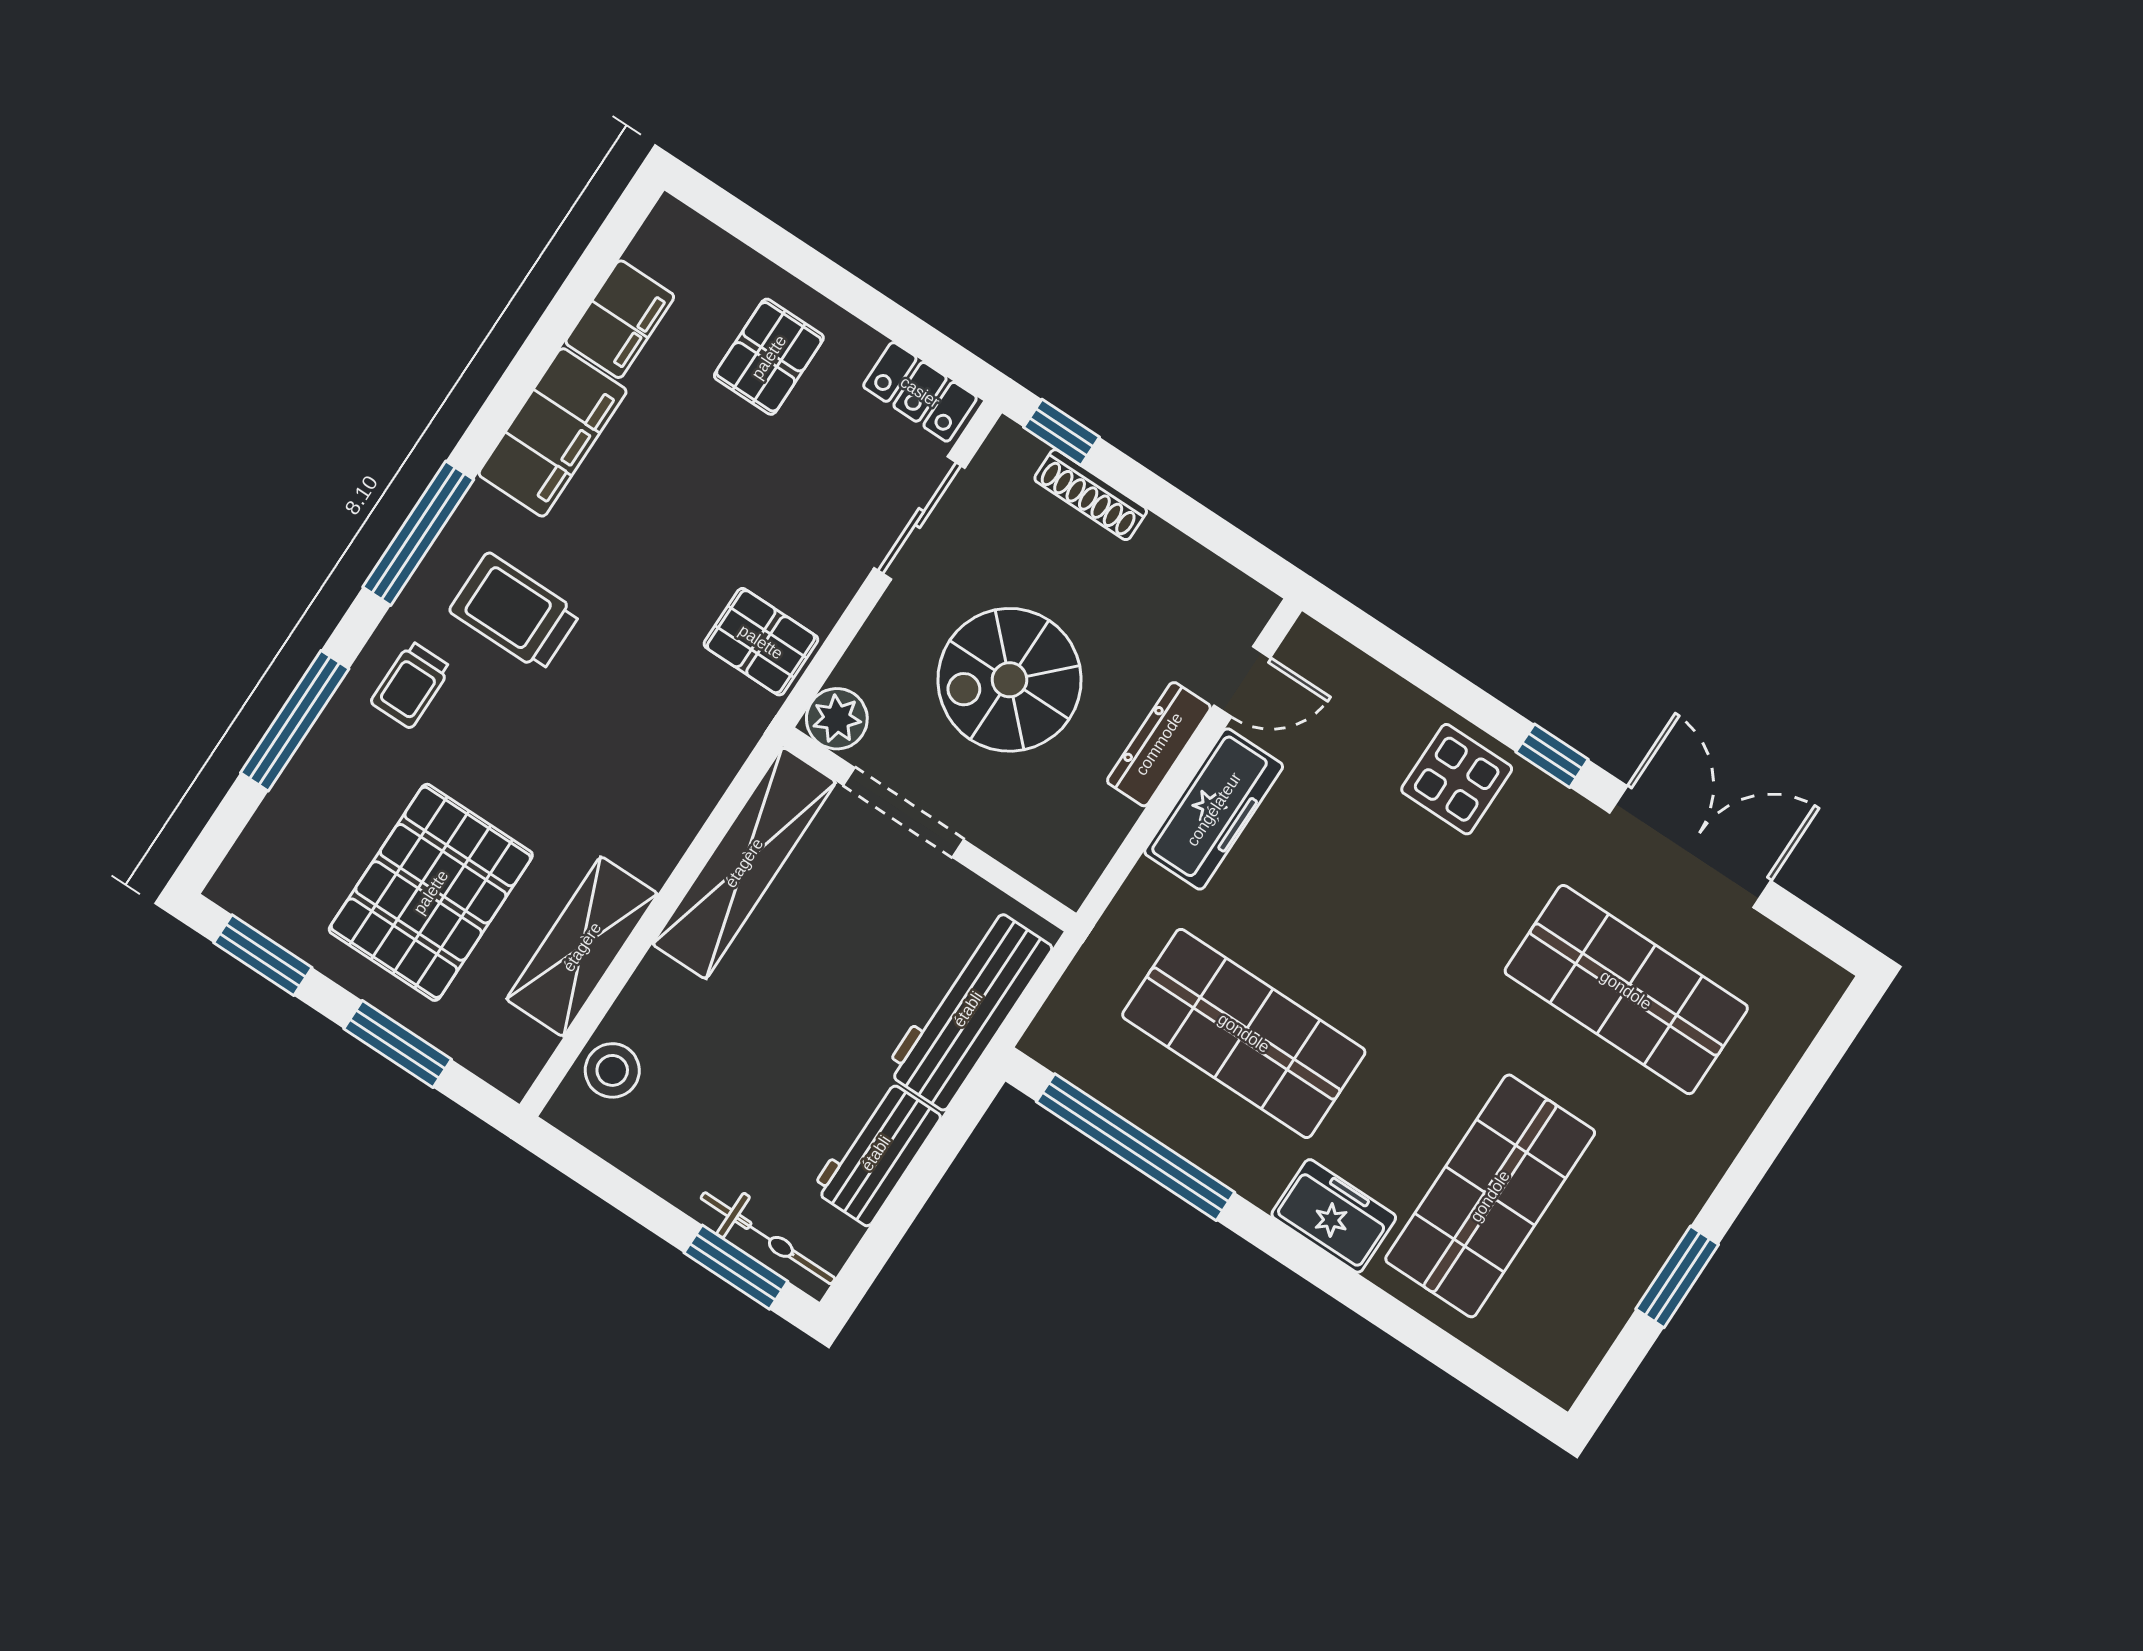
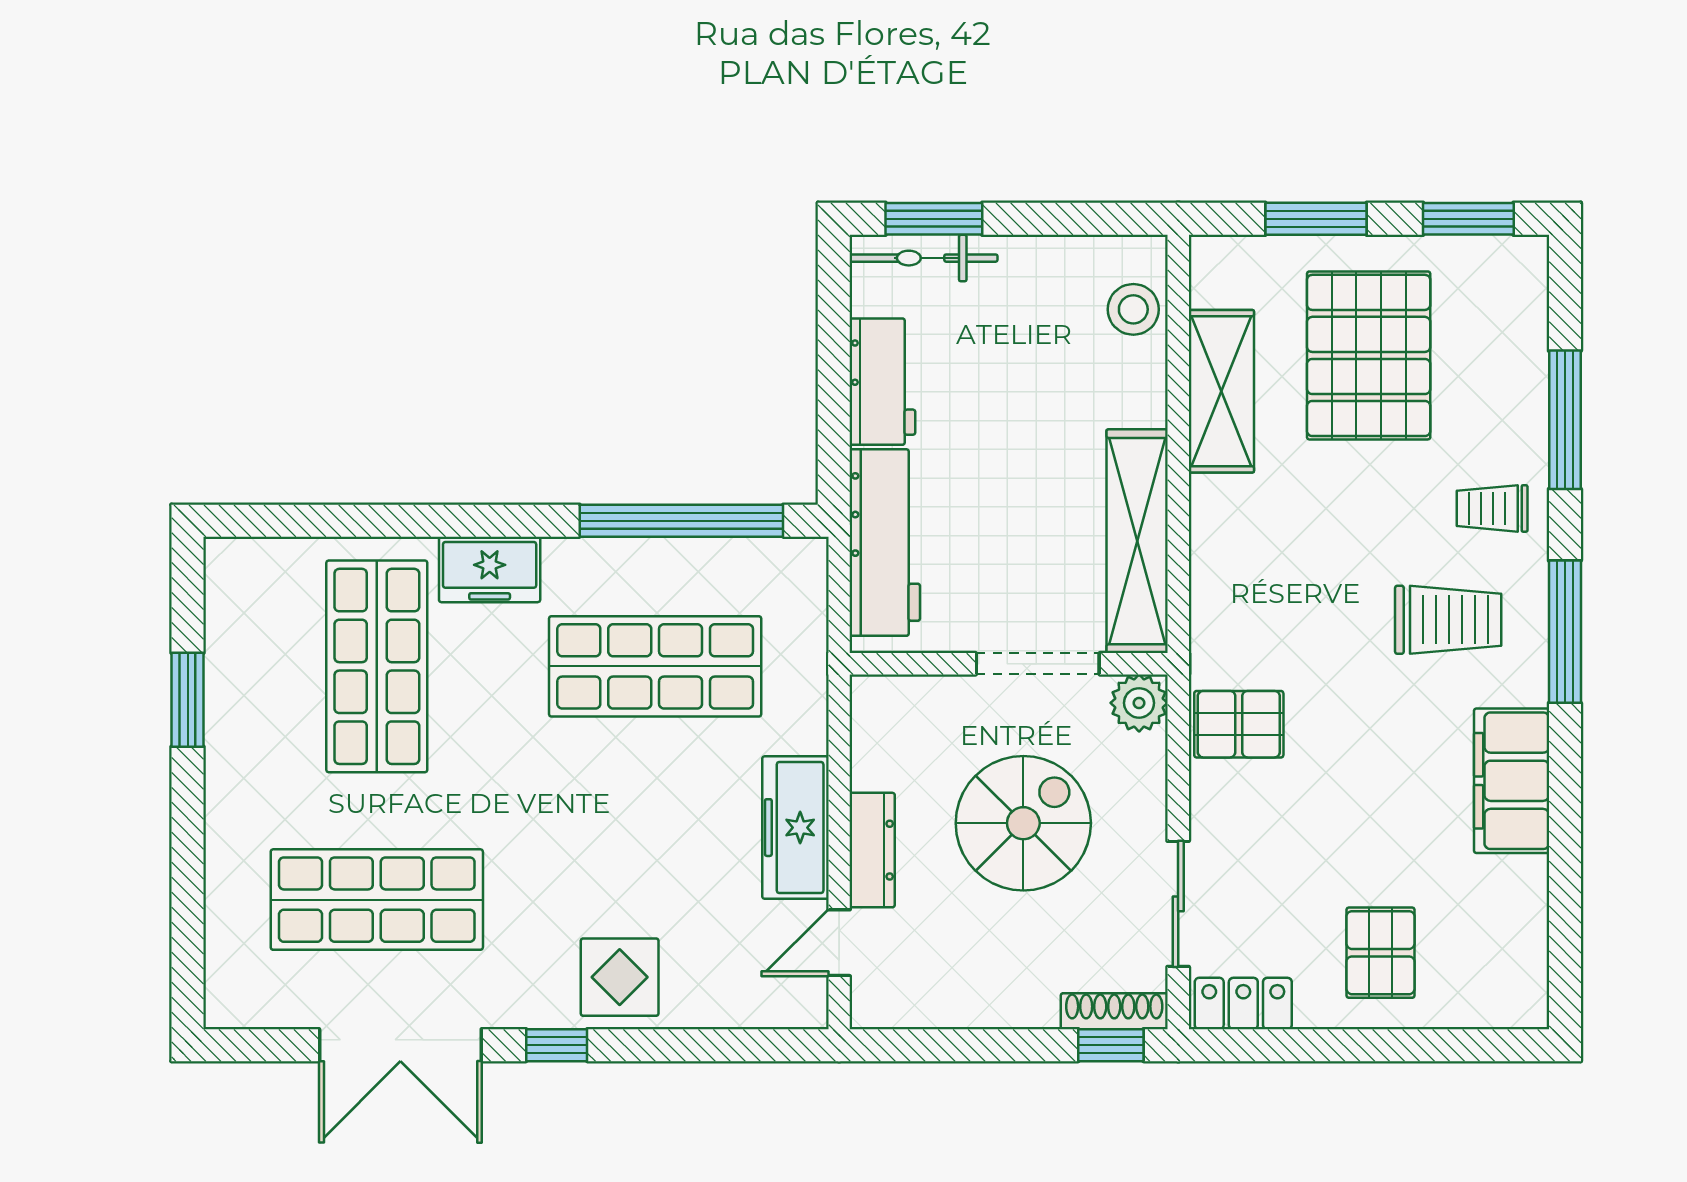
filing cabinet: (620, 319) -> (1517, 905), removed
shoe rack: (1091, 495) -> (1114, 1011), moved
trolley: (411, 685) -> (1492, 508), turned -90

